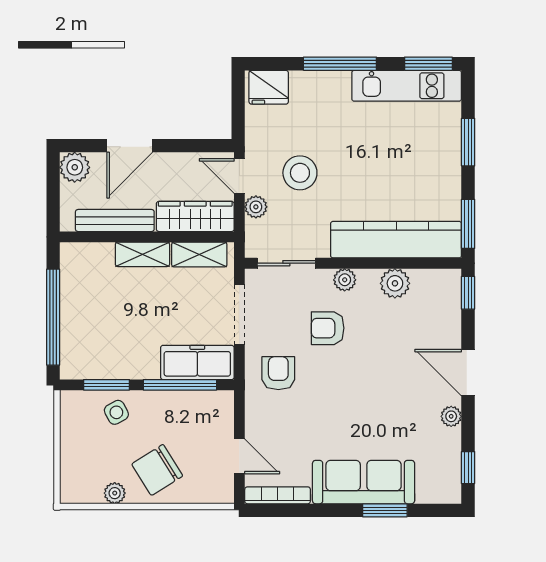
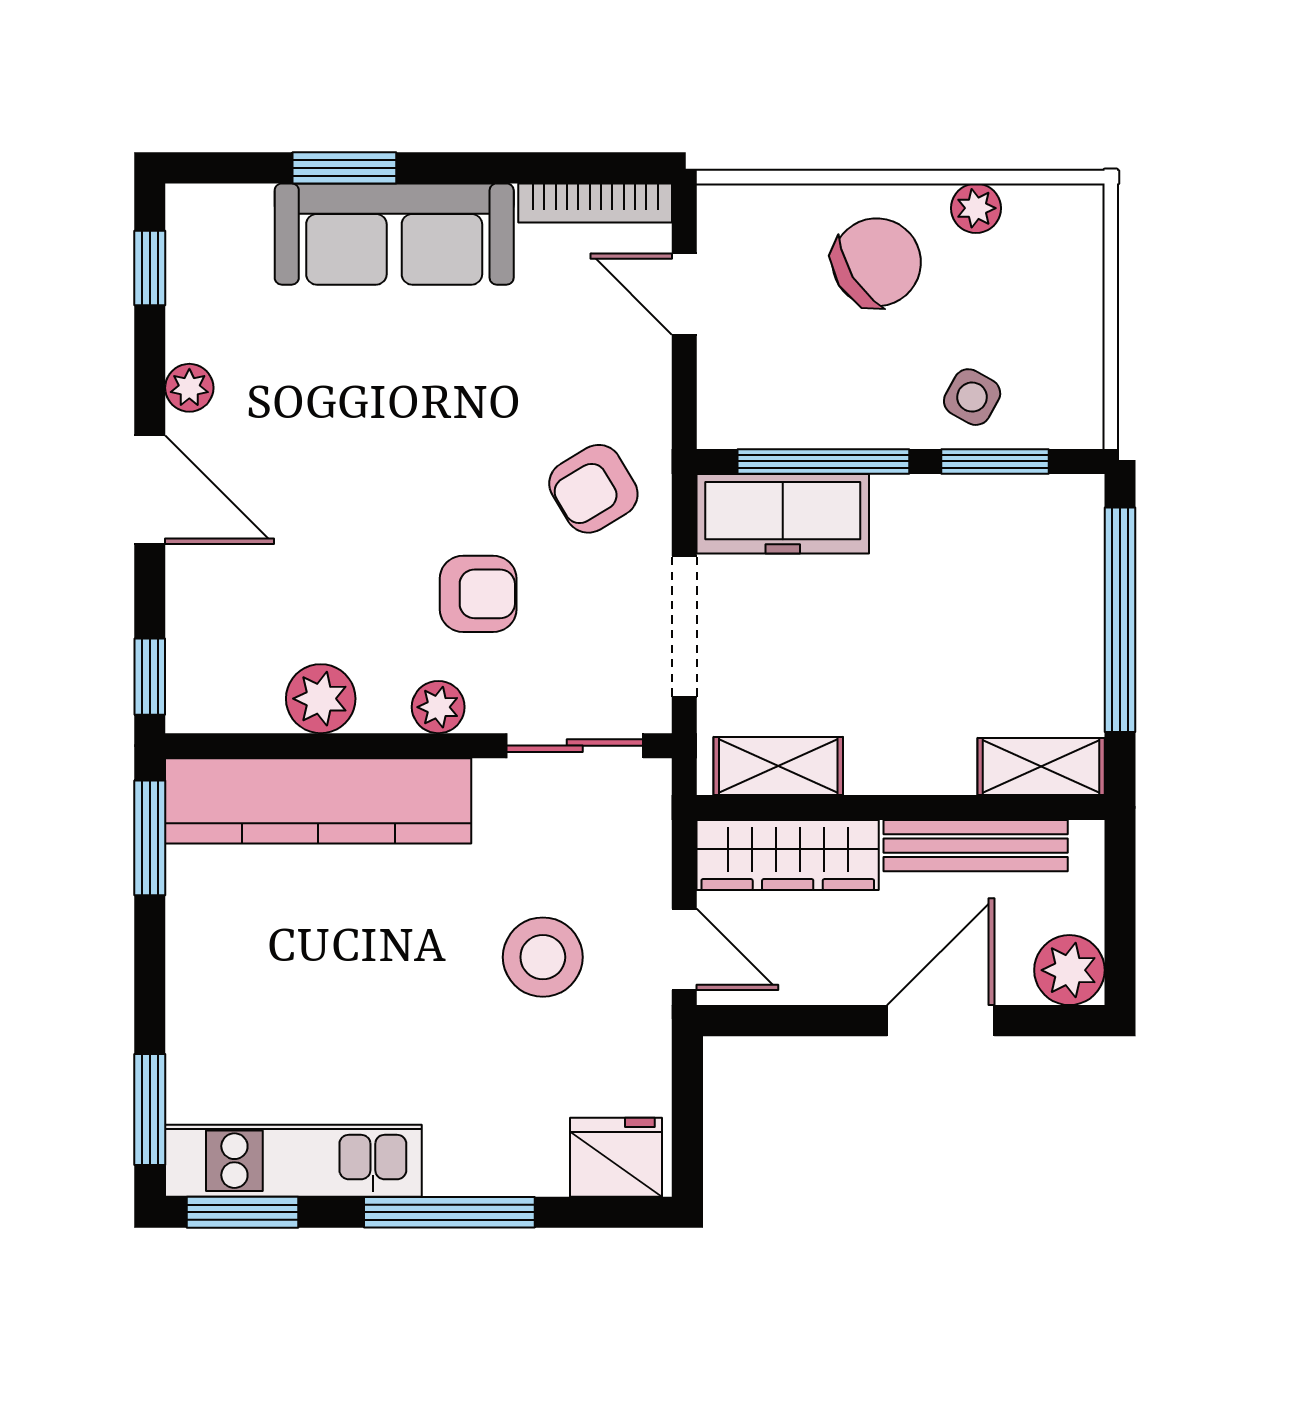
window: (468, 142) -> (150, 1110), moved
plant: (256, 207) -> (646, 877), removed
shelving: (142, 254) -> (1041, 767), moved
armchair: (278, 373) -> (593, 489), turned 59
side table: (116, 412) -> (972, 397), turned -33

